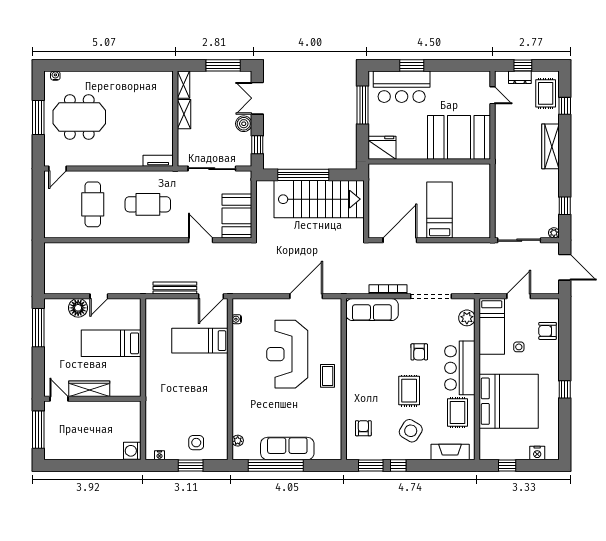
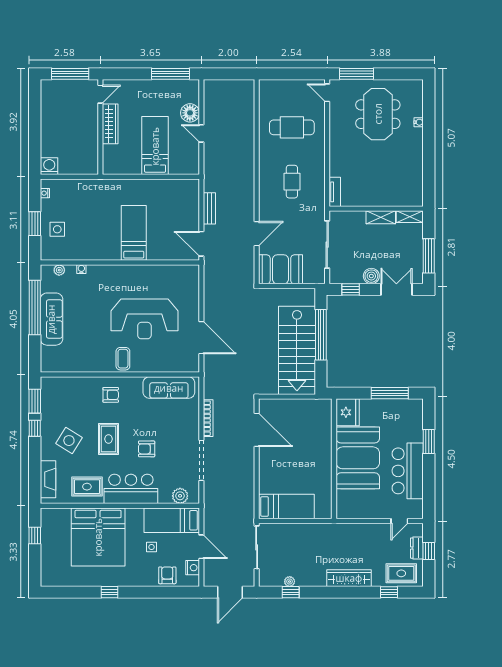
water cooler: (55, 76) -> (419, 122), moved
bar counter: (402, 87) -> (408, 471), moved
window: (38, 118) -> (356, 74), moved
booth: (459, 137) -> (358, 458), moved
cafe table: (148, 204) -> (292, 182), width x0.73, depth x0.74
bed: (440, 210) -> (286, 506), moved
plant: (554, 233) -> (290, 582), moved
bench: (175, 288) -> (209, 208), width x0.73
sofa: (372, 310) -> (169, 388), moved, turned -90
water cooler: (237, 319) -> (81, 269), moved
bed: (200, 341) -> (134, 233), moved
reception desk: (287, 354) -> (144, 319), turned 180
coffee table: (328, 376) -> (123, 359), turned 90
rug: (409, 391) -> (108, 439), turned 90
armchair: (363, 428) -> (111, 395), moved
nightstand: (537, 453) -> (193, 568), moved, turned 180

